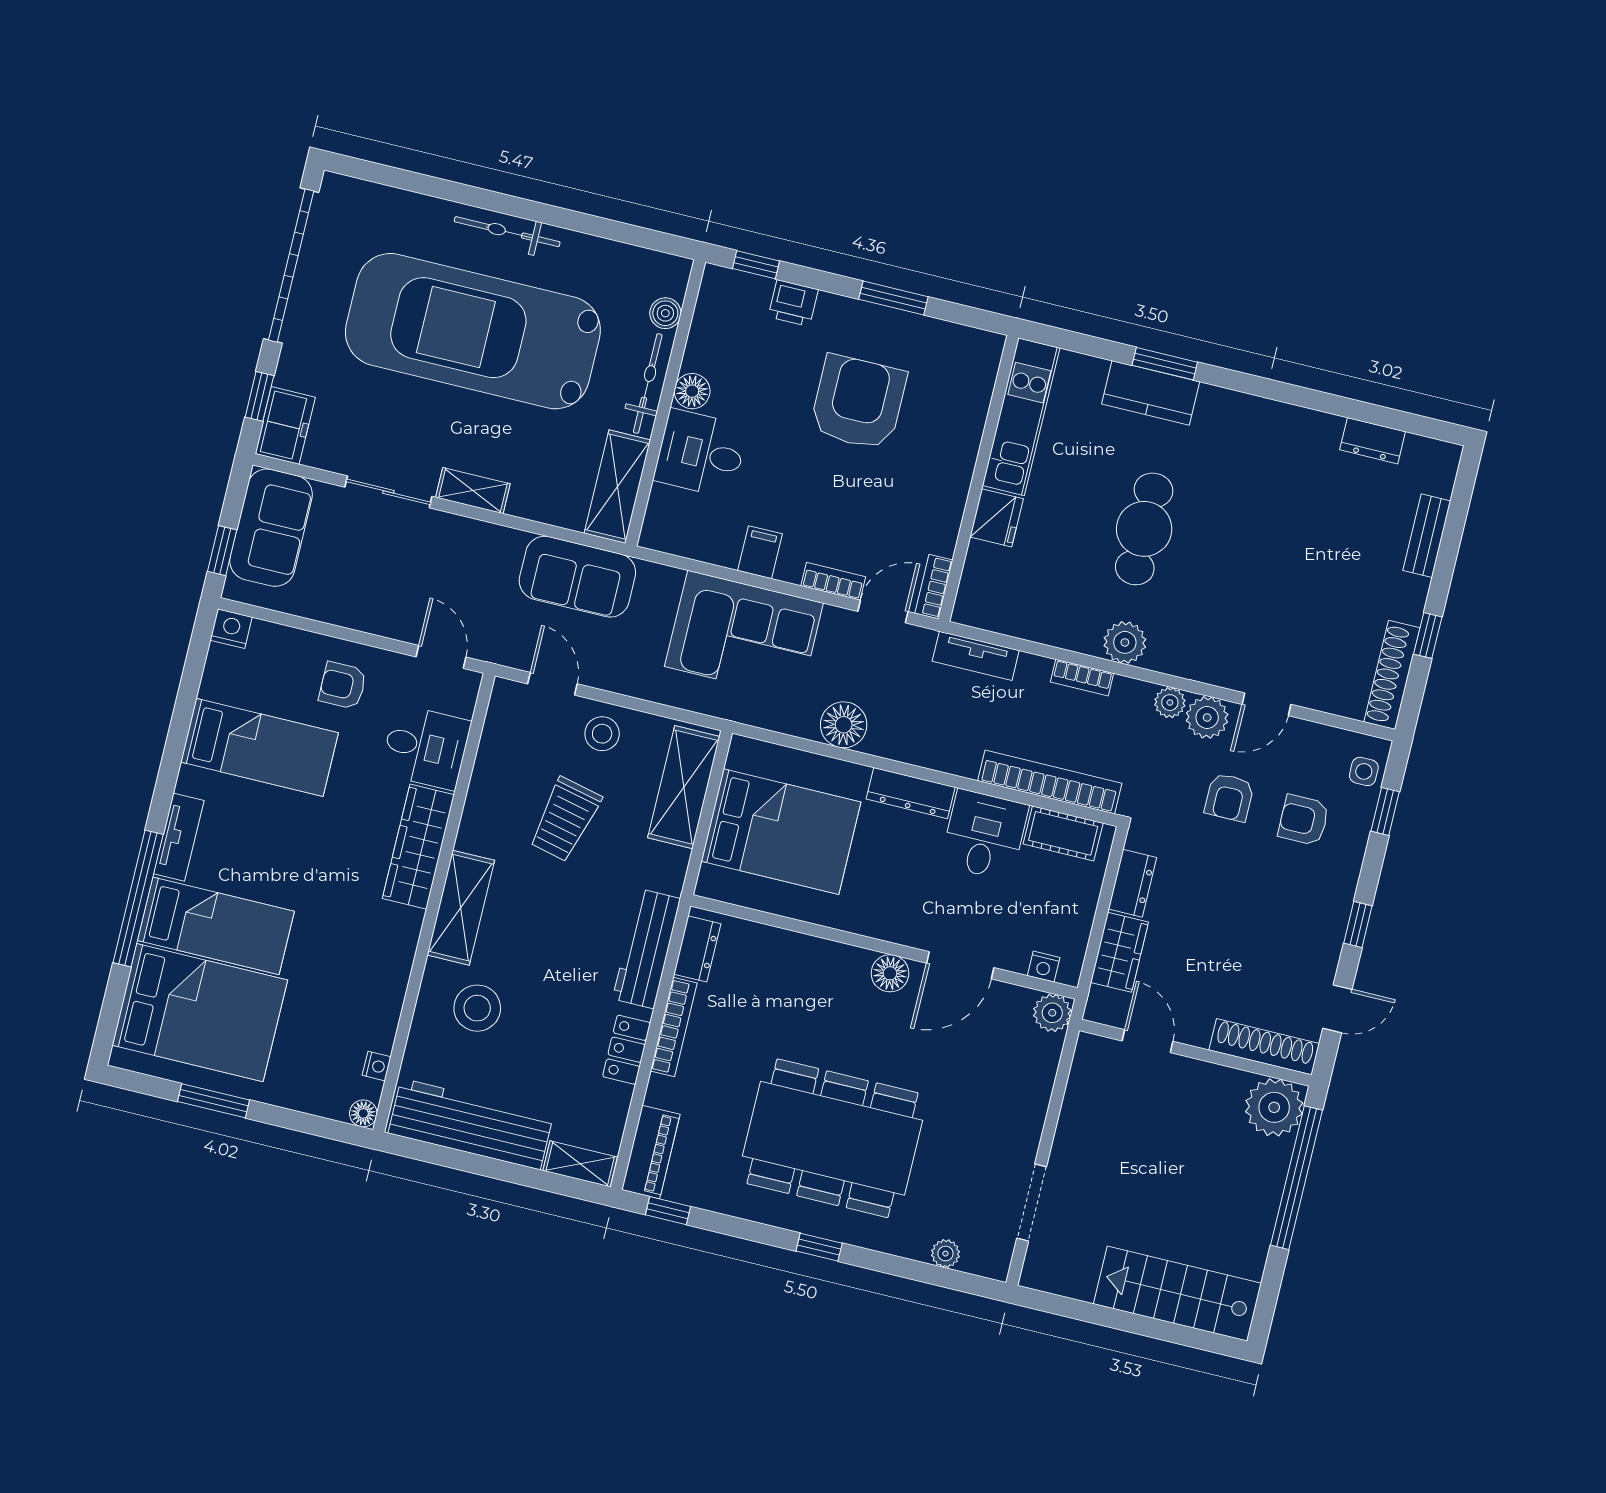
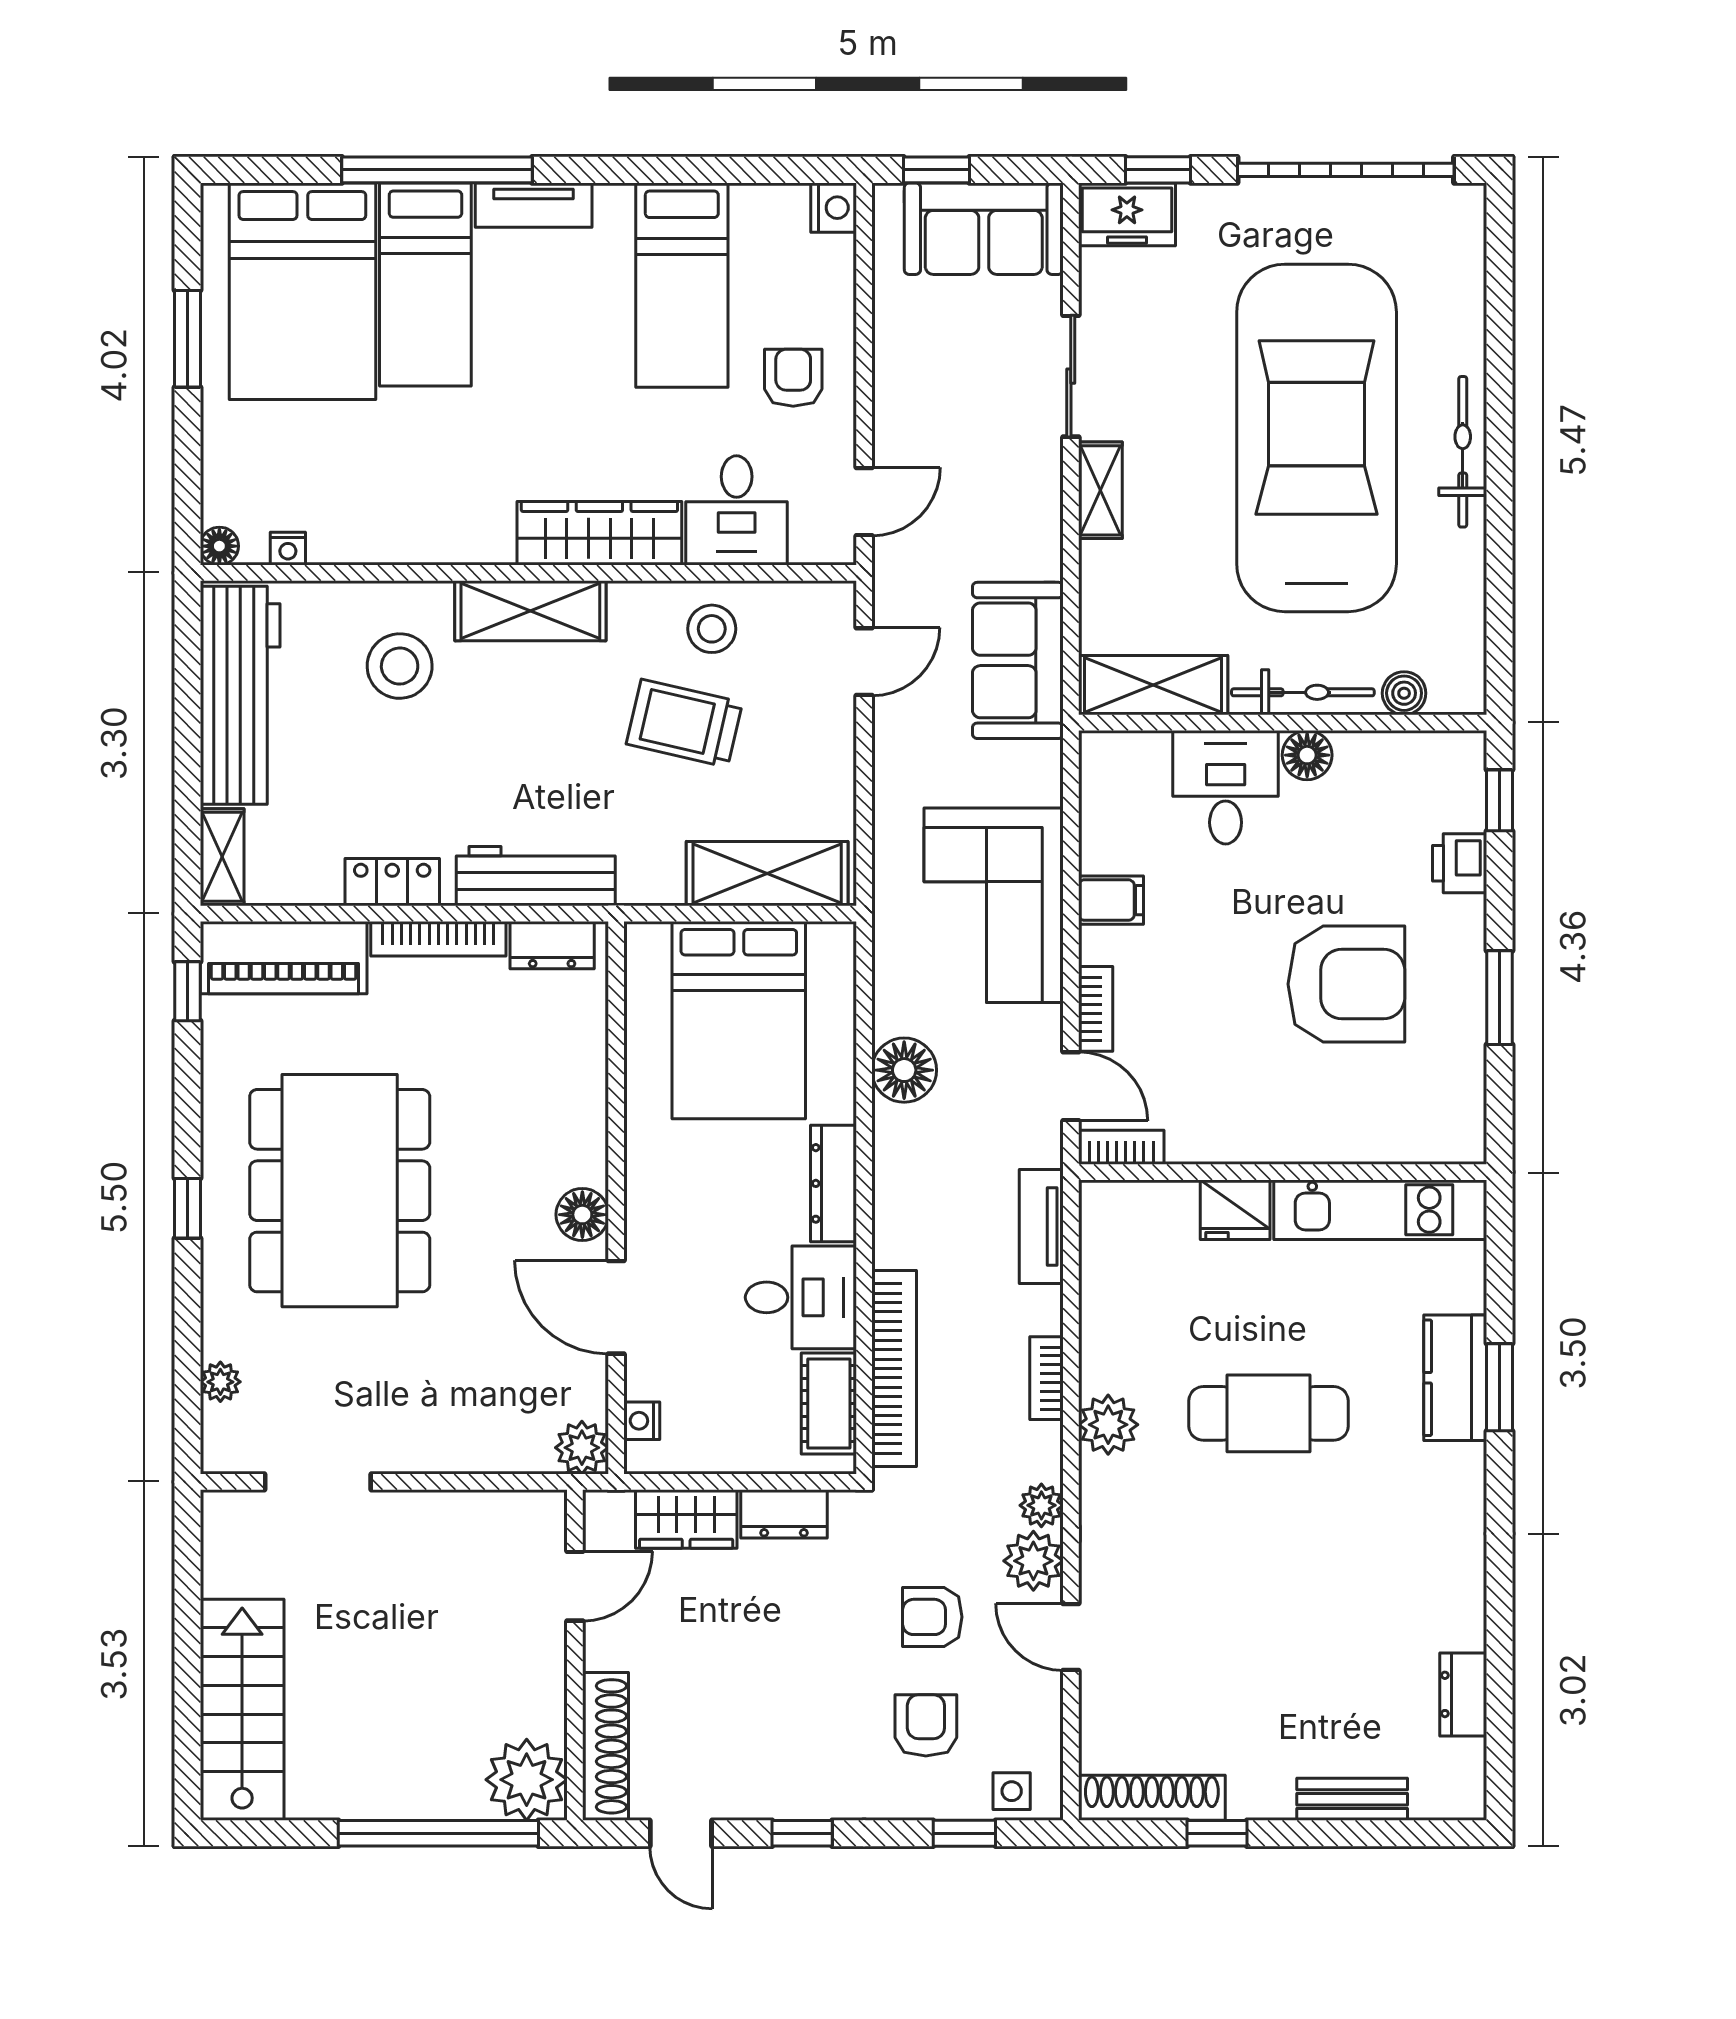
stool: (602, 734) -> (712, 629), moved
piano: (651, 1152) -> (284, 958), width x1.37, depth x1.33

